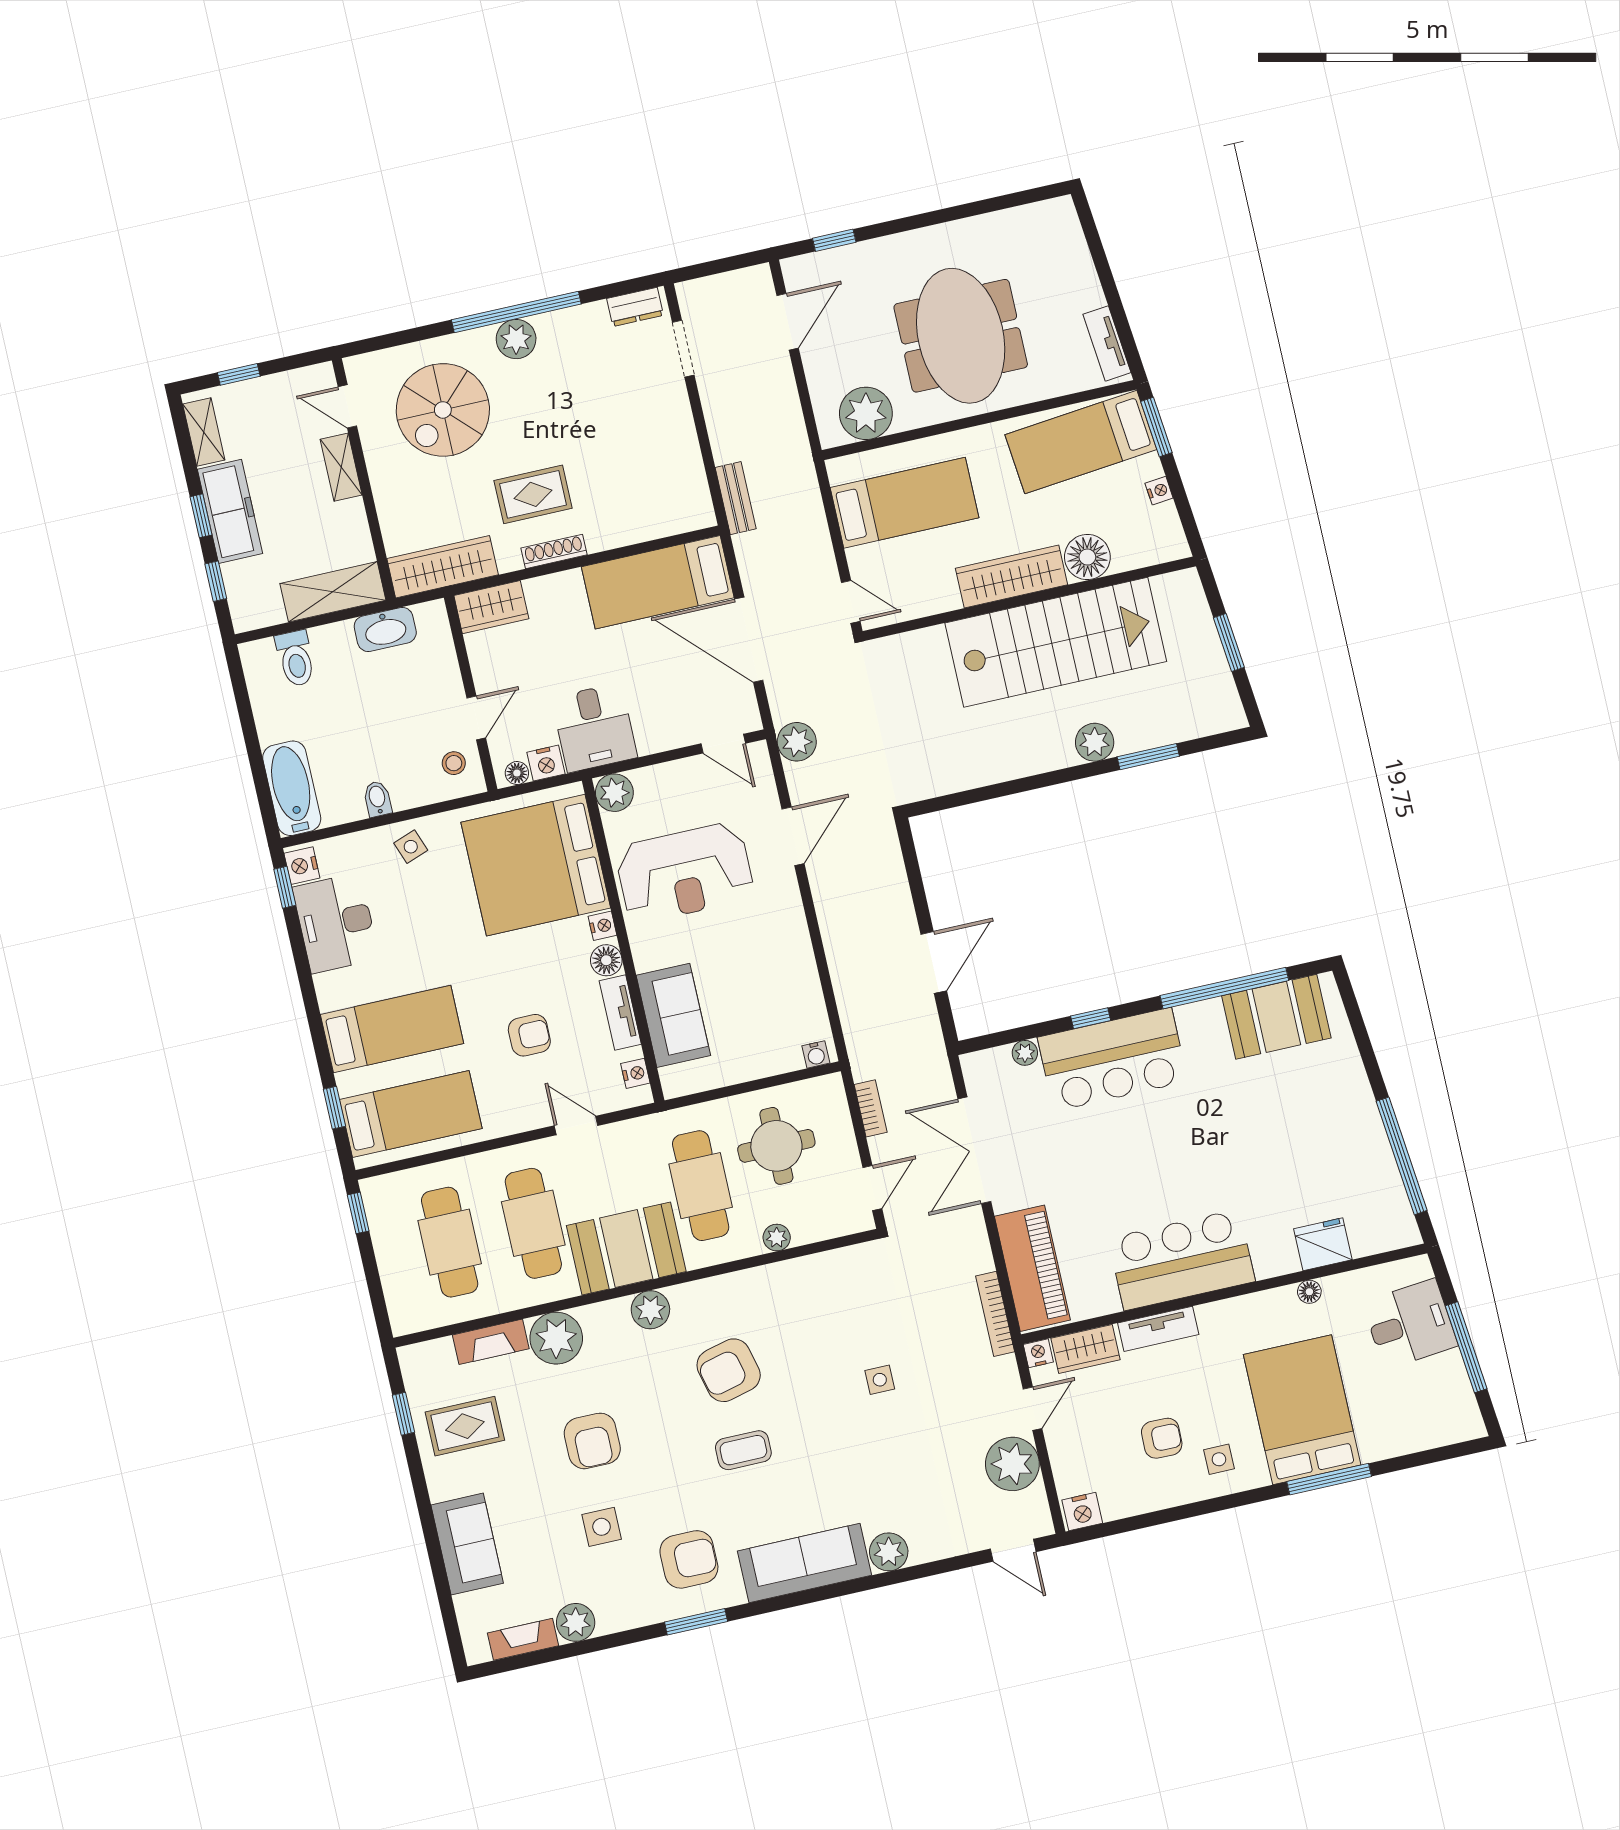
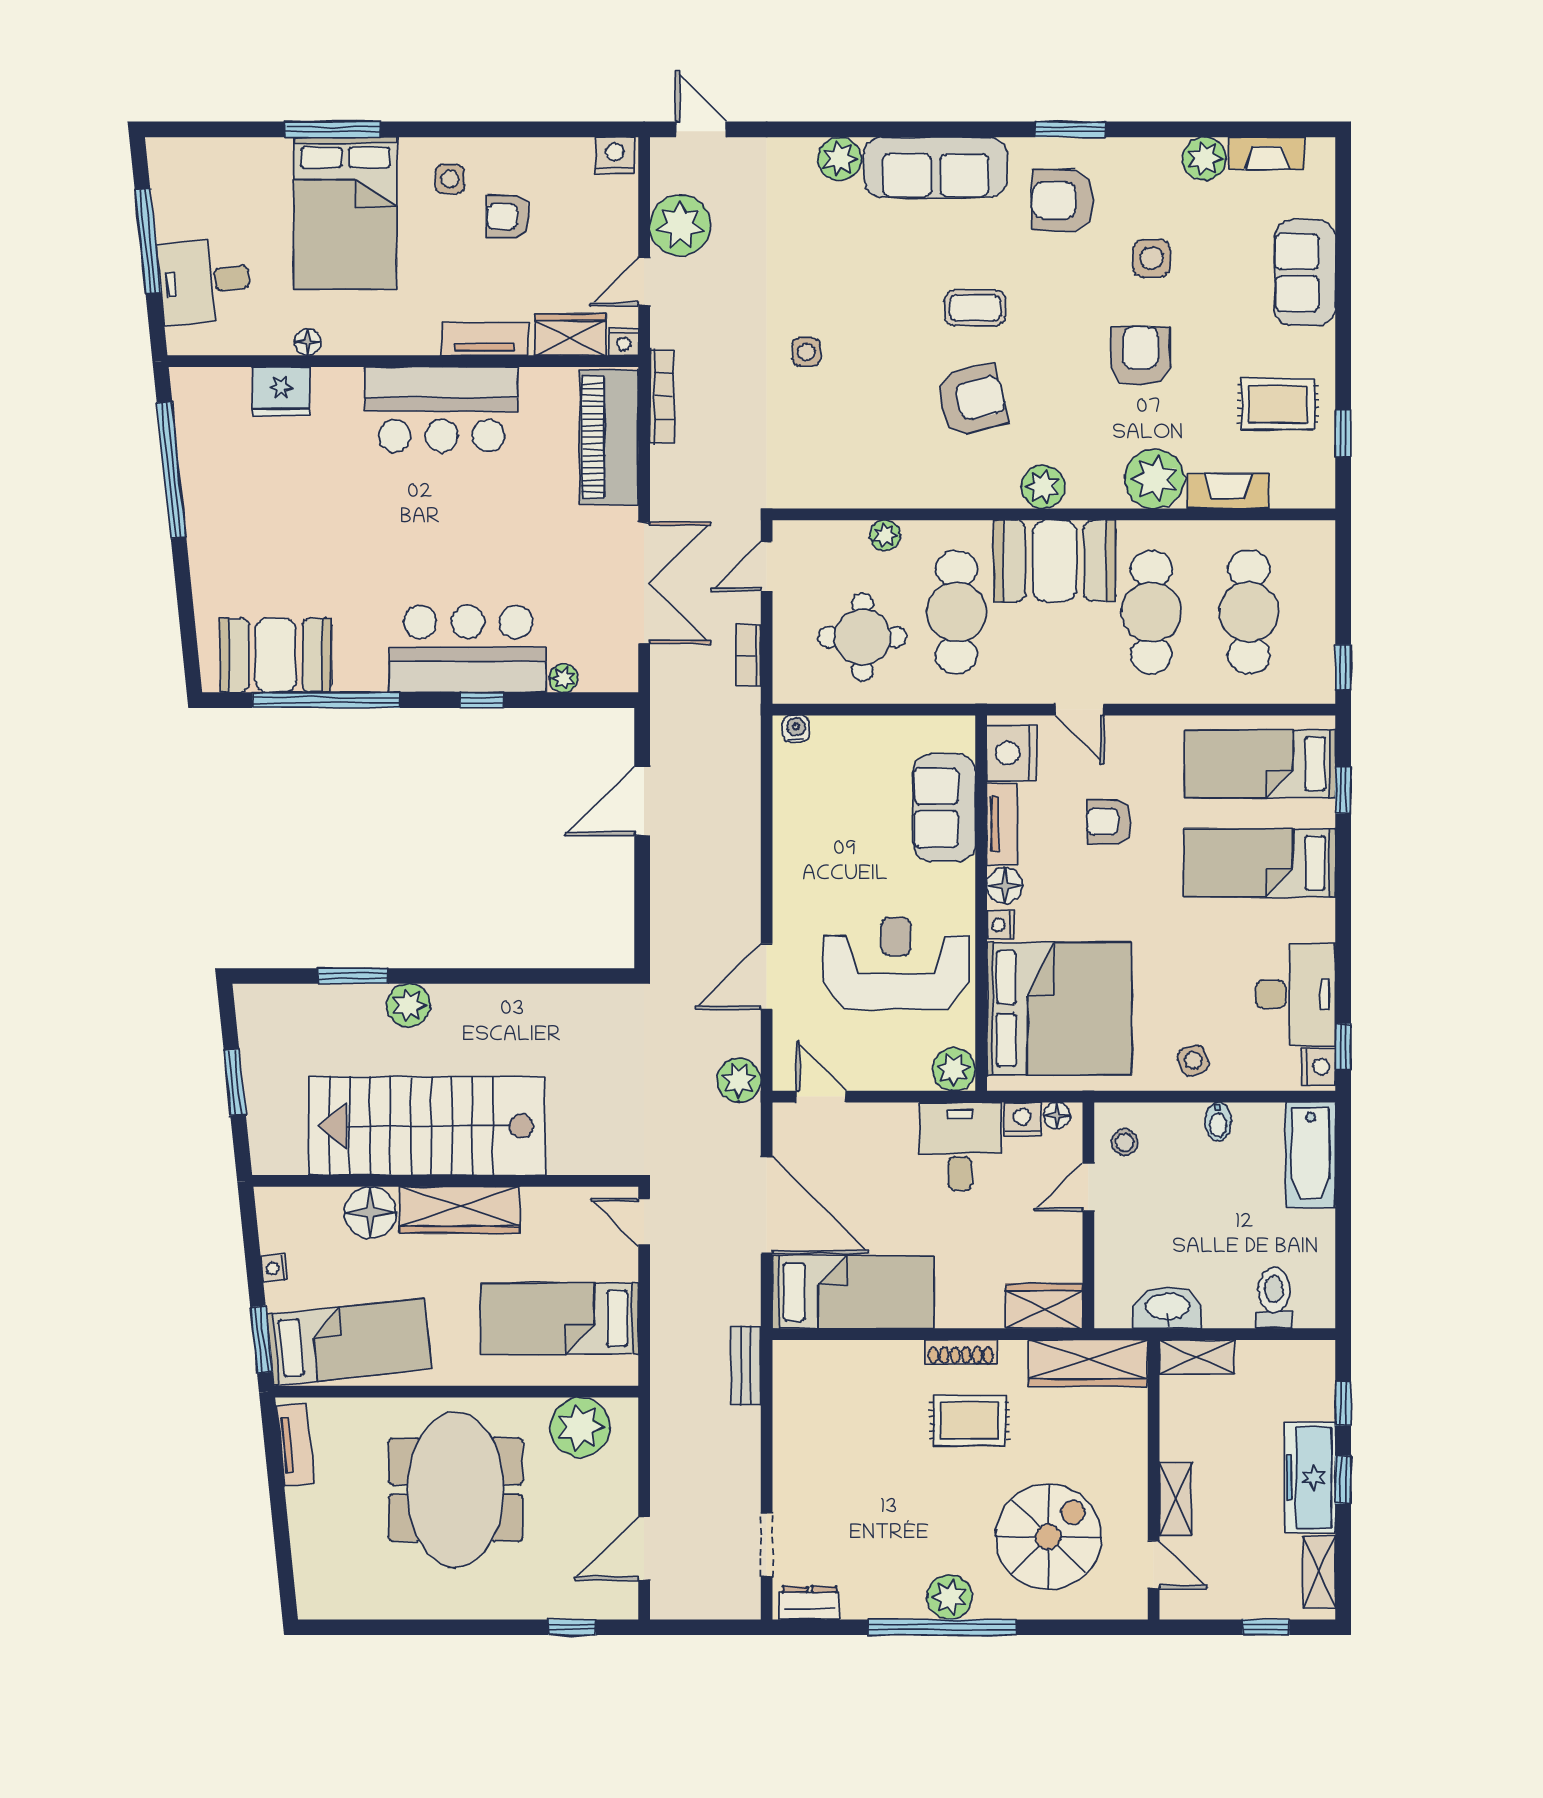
shelving: (333, 592) -> (1197, 1357), width x0.67, depth x0.75
nightstand: (635, 1073) -> (1012, 753), width x1.89, depth x1.79

